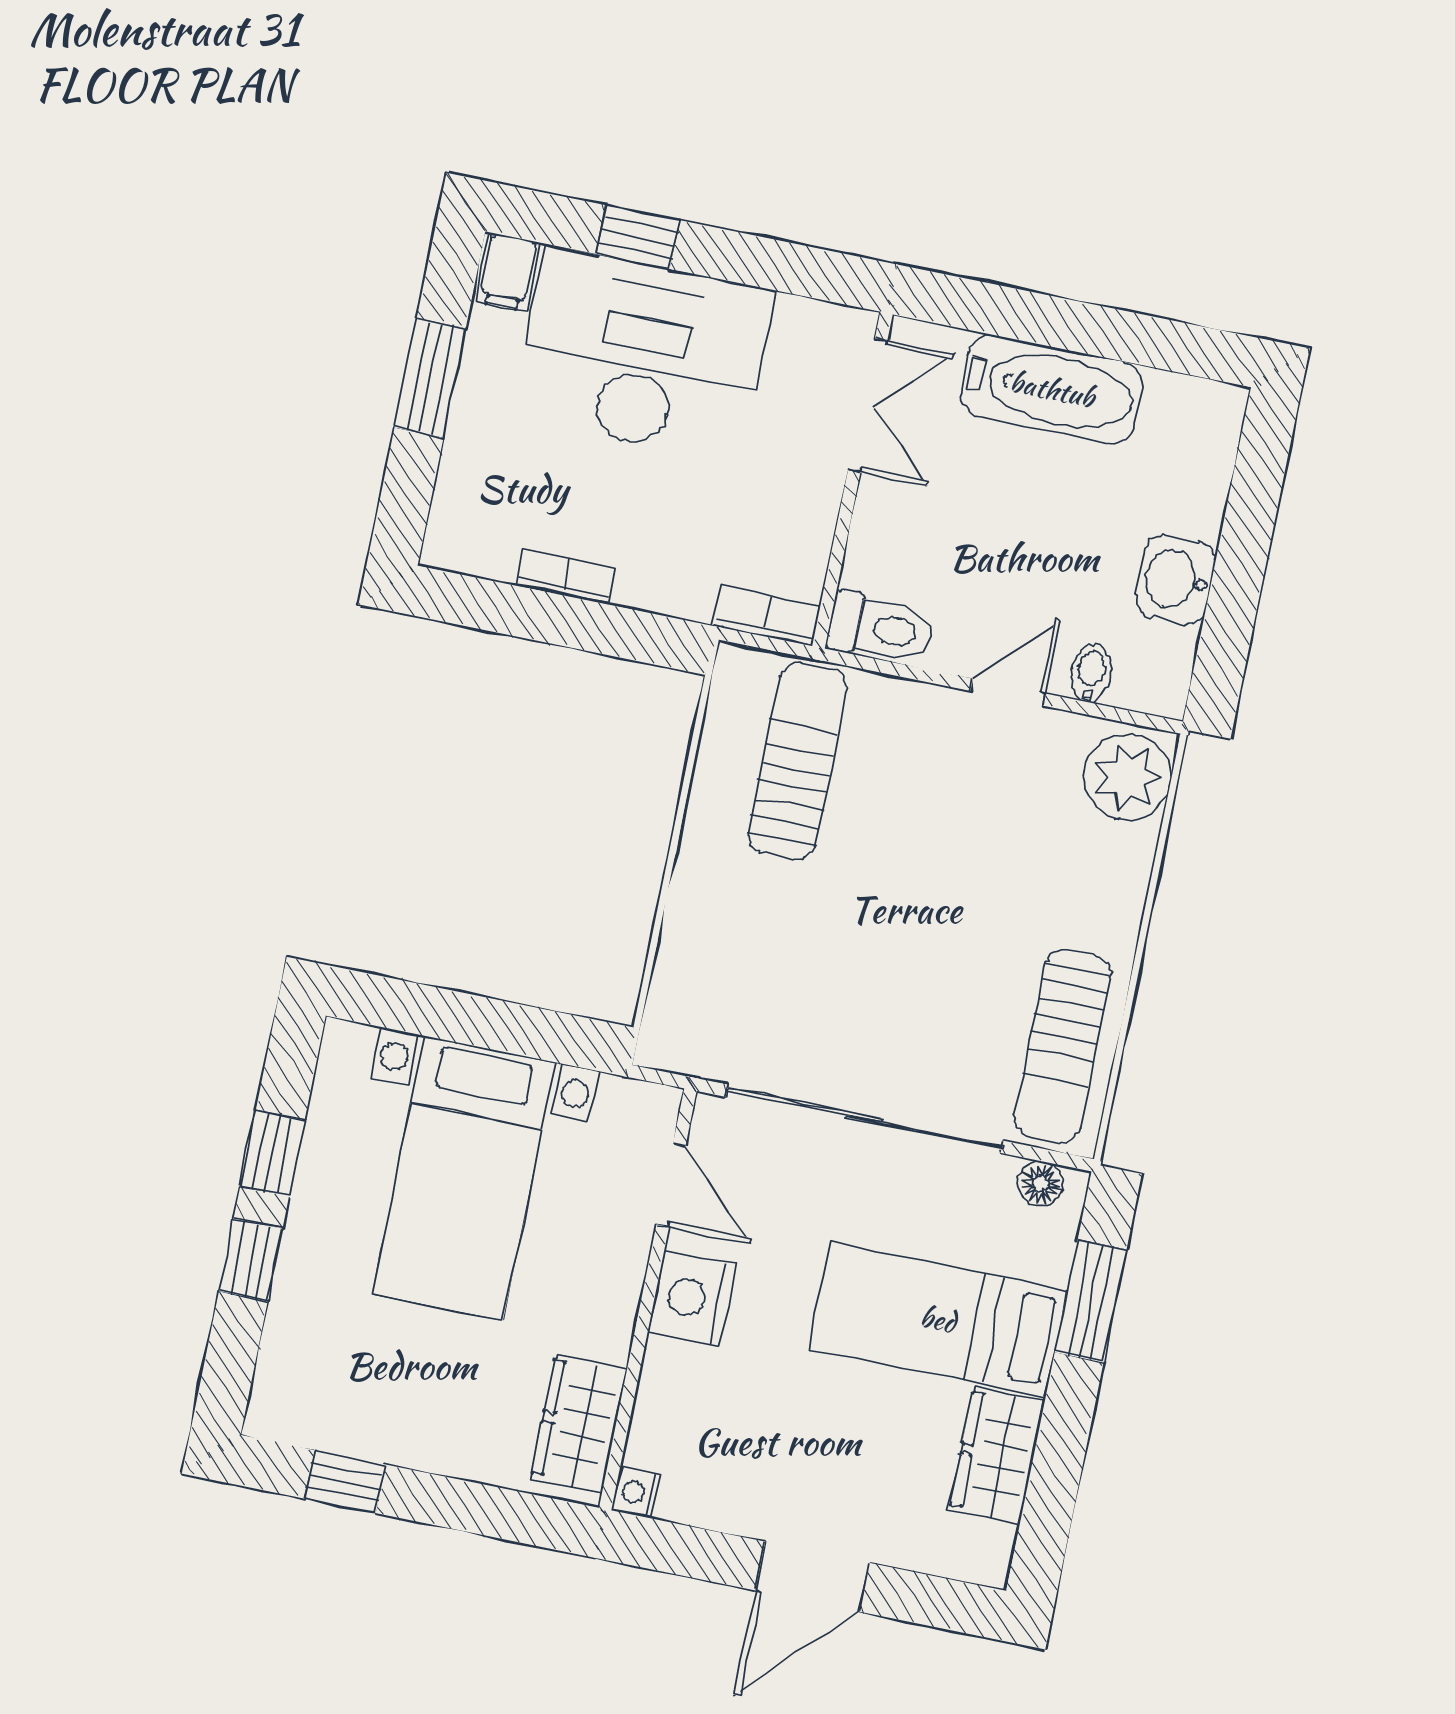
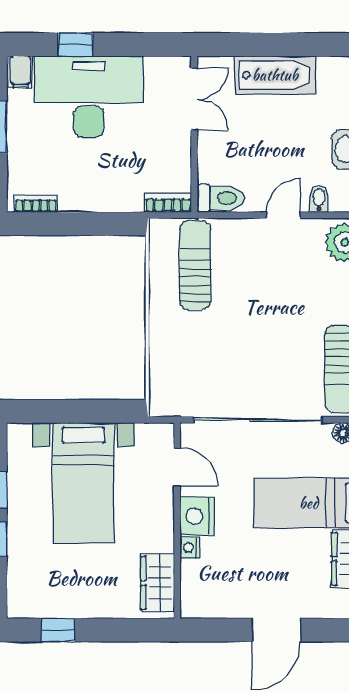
bookcase: (566, 577) -> (36, 204), moved
nightstand: (636, 1493) -> (190, 548), moved

